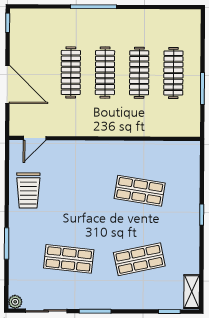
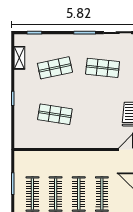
shelving: (192, 292) -> (19, 58), moved

